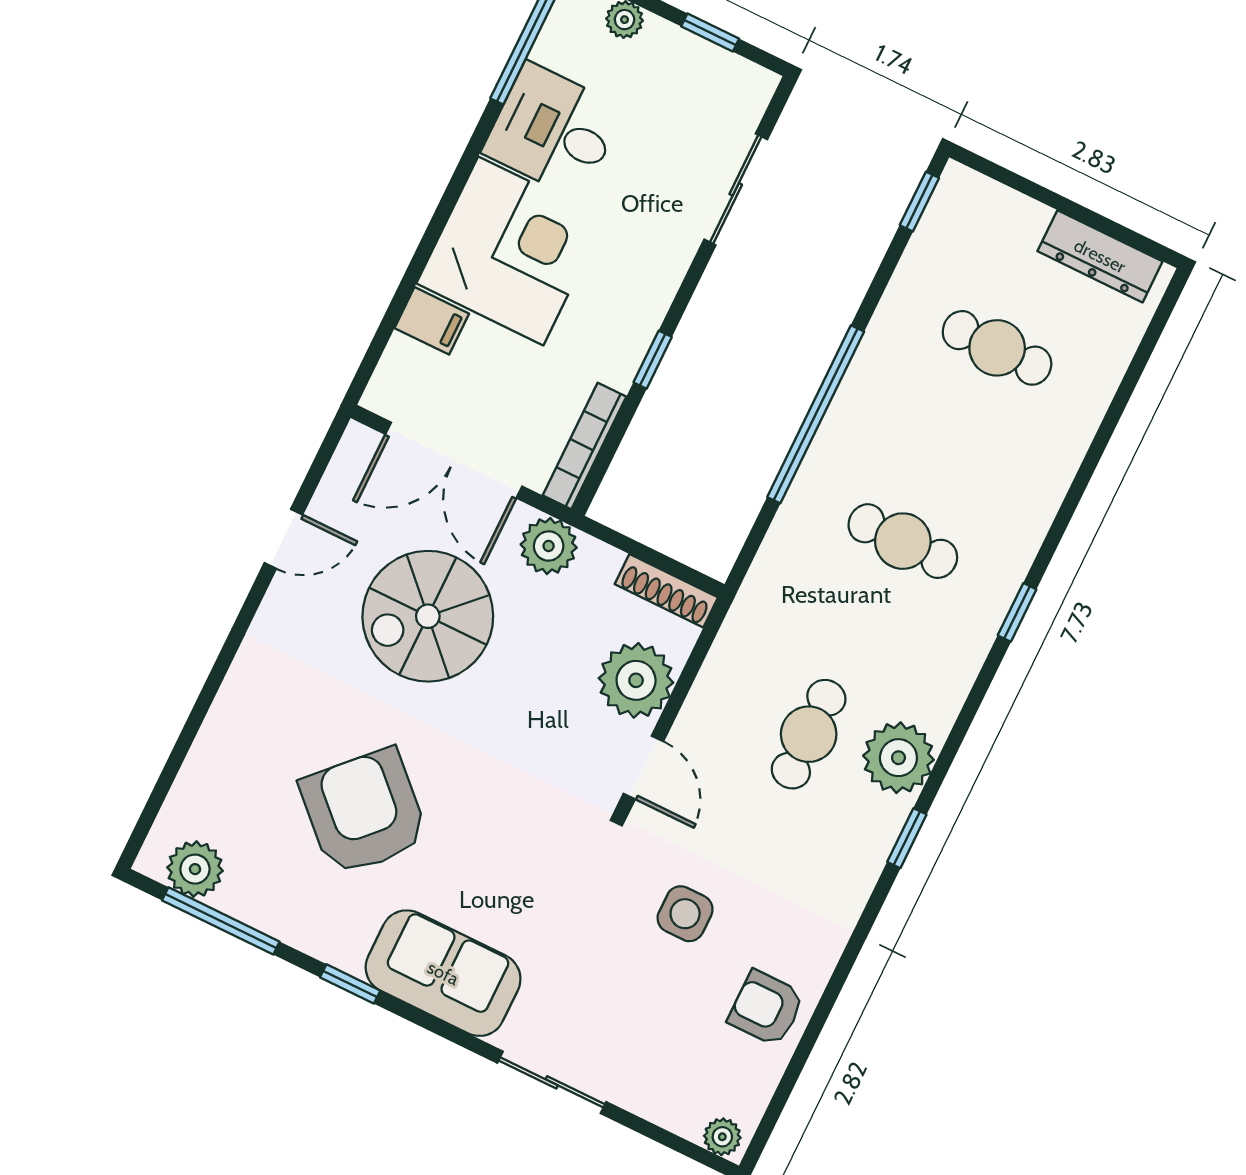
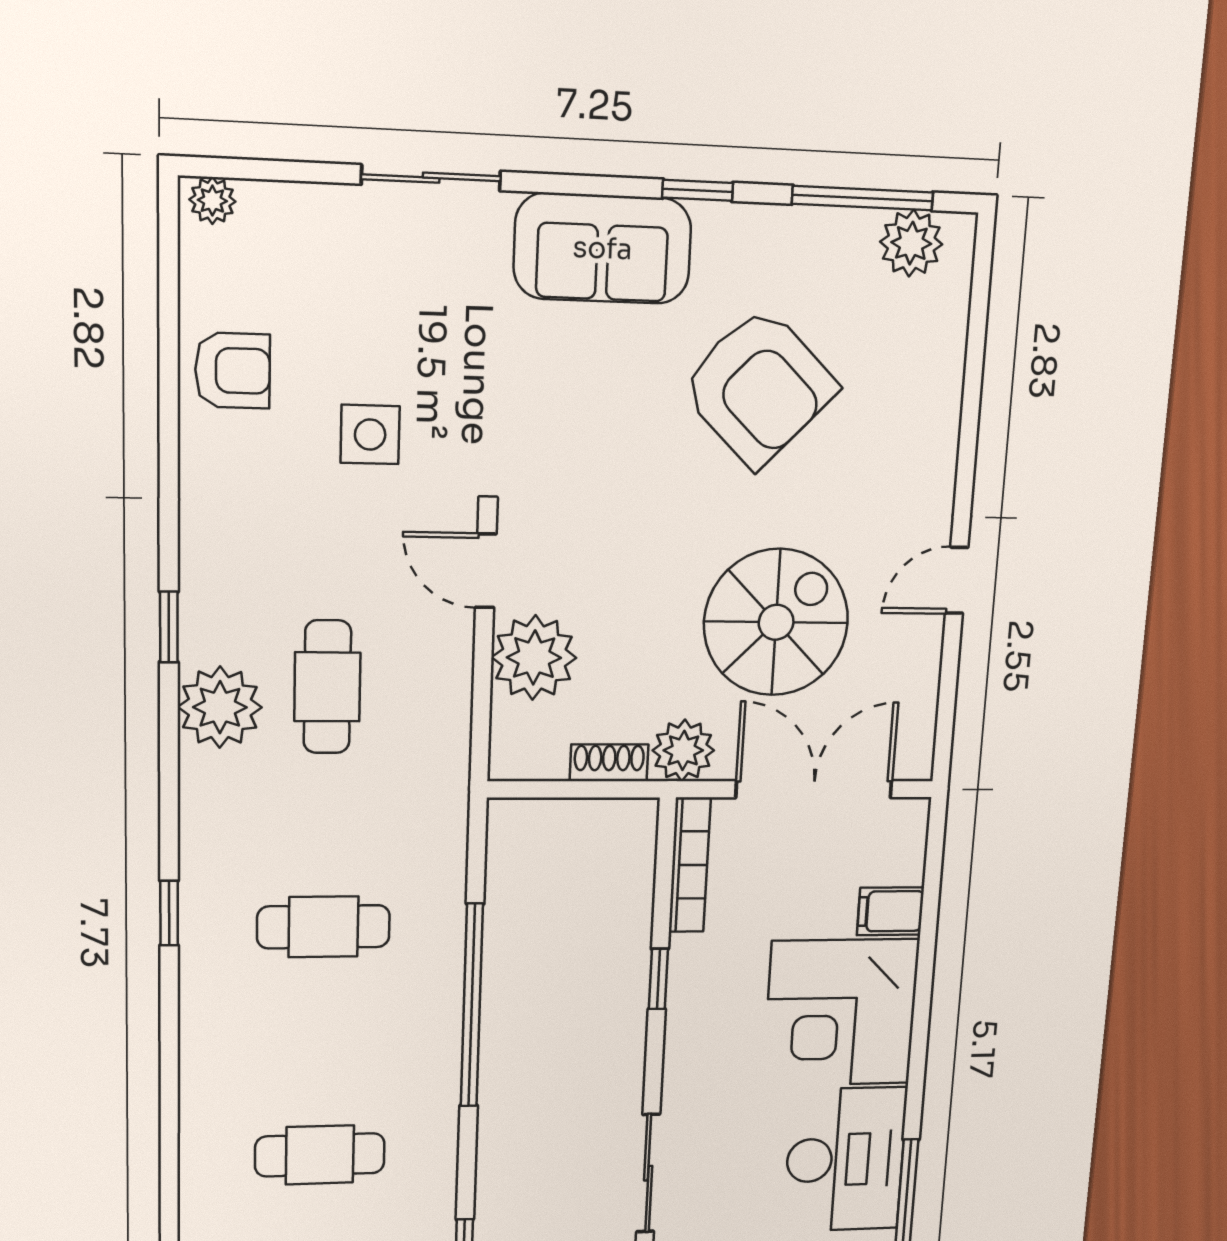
desk: (553, 131) -> (845, 1159), width x1.37
door: (283, 539) -> (957, 580), moved
shoe rack: (666, 591) -> (609, 763), moved, width x0.70

